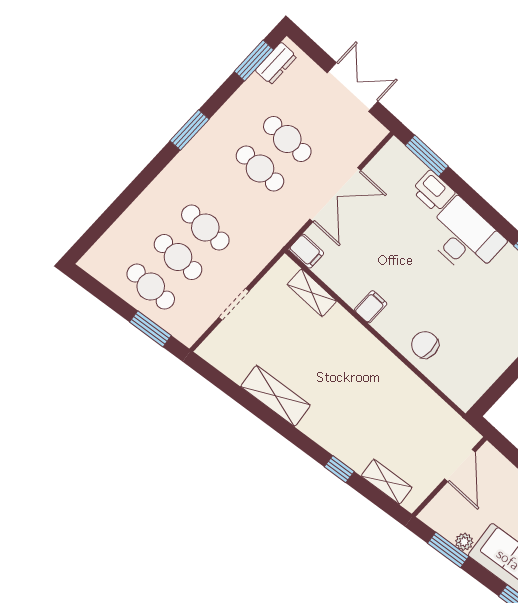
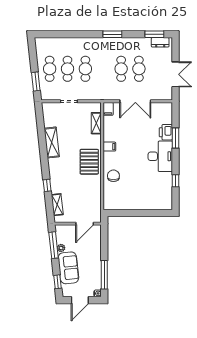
window: (427, 156) -> (176, 138), moved
pallet: (365, 363) -> (89, 162), added
window: (448, 550) -> (54, 245), width x1.44

